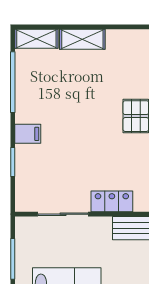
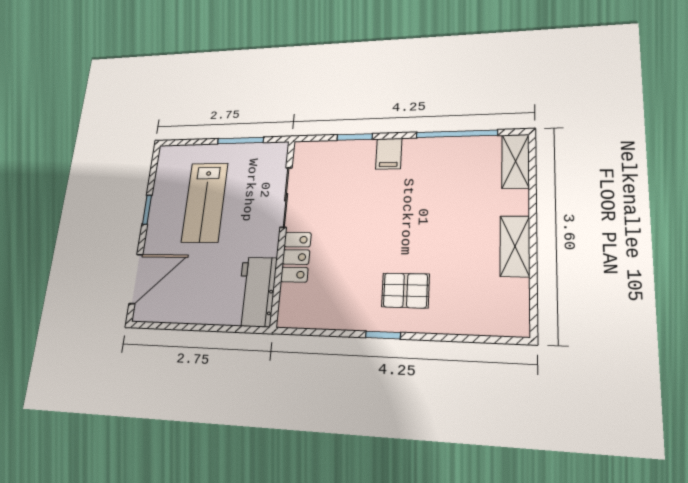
shelving: (82, 39) -> (515, 246), moved

